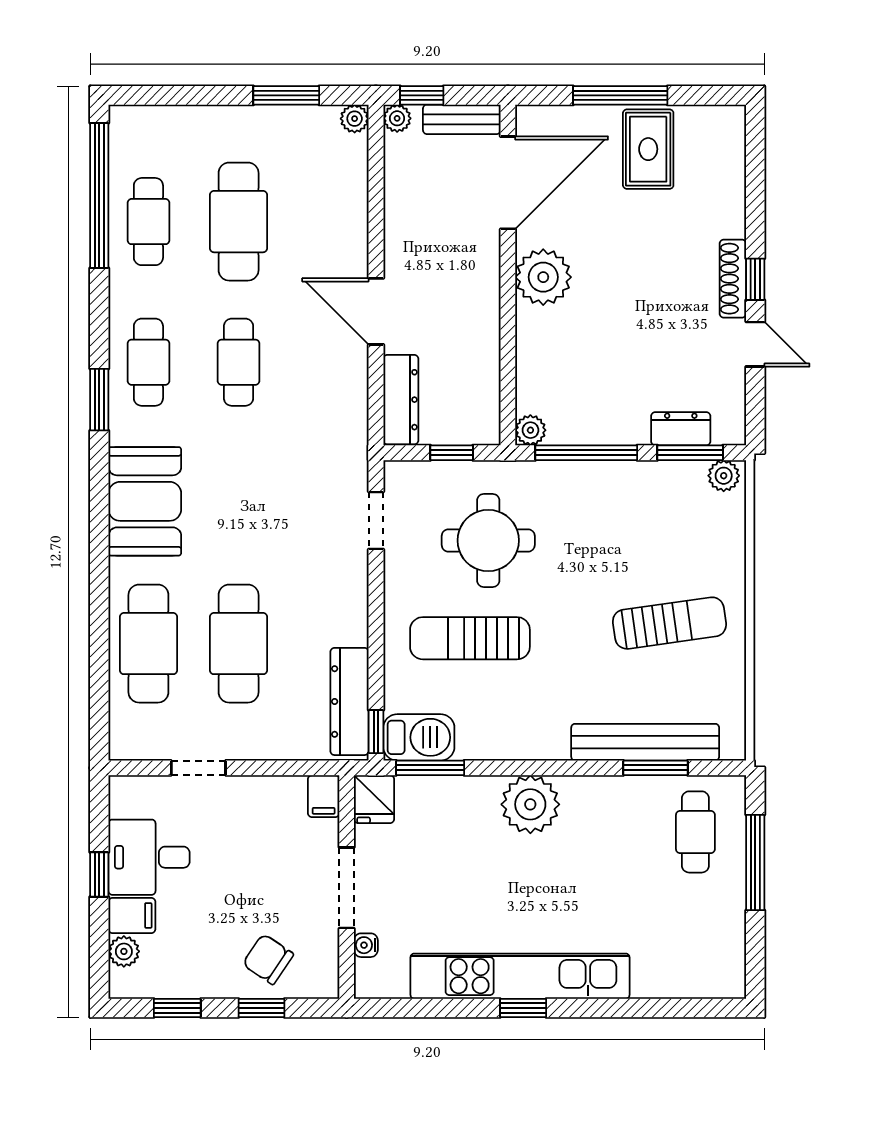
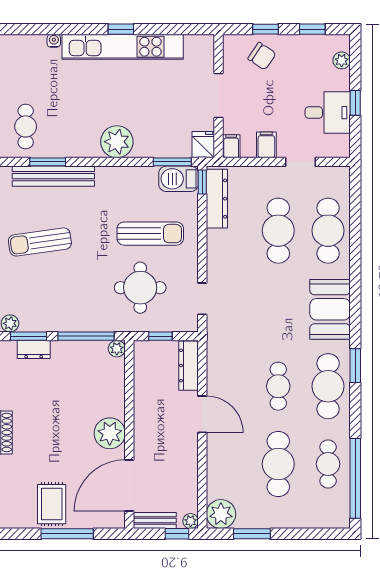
plant: (355, 119) -> (221, 514), width x1.88, depth x1.88
cafe table: (148, 362) -> (328, 386), width x1.37, depth x1.35
filing cabinet: (132, 915) -> (266, 145), moved, turned 90
water cooler: (366, 945) -> (54, 41), moved, turned -90

